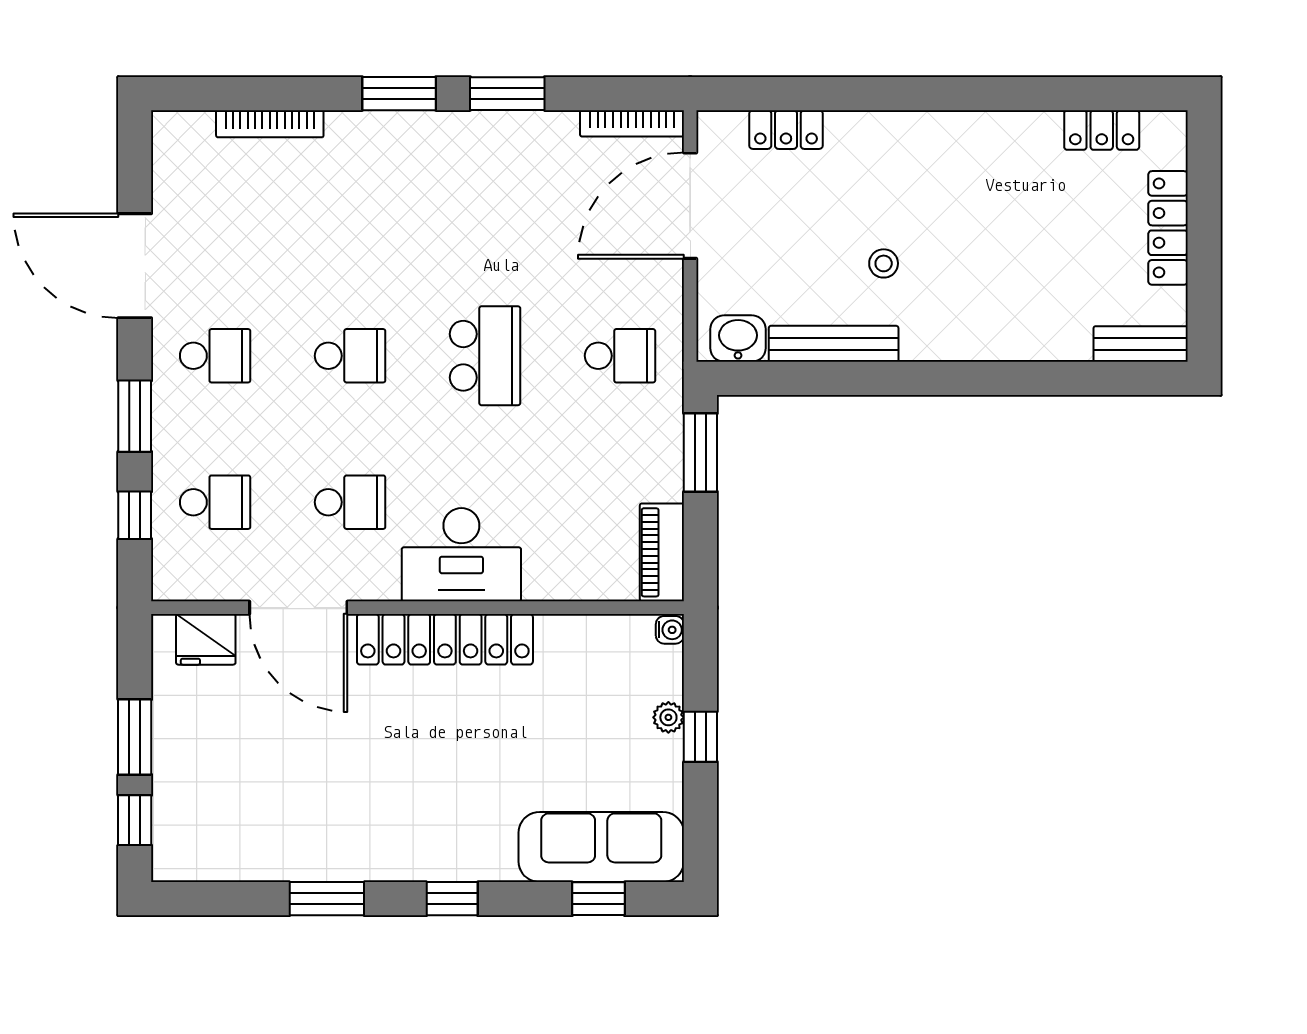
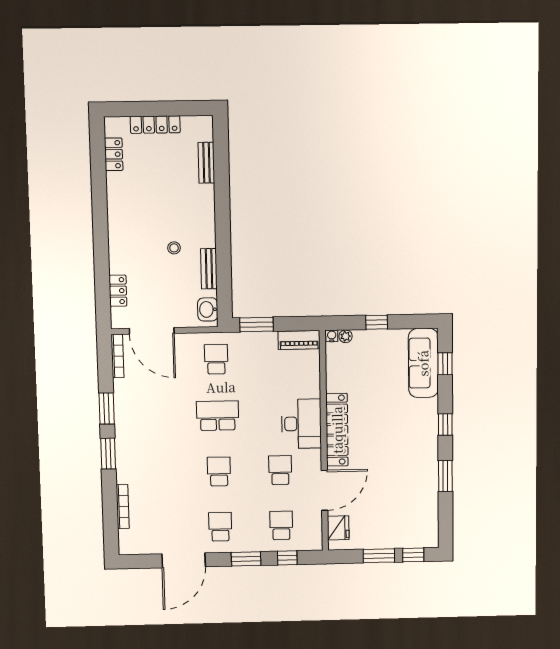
bench: (834, 344) -> (209, 269), width x0.73
bench: (1141, 344) -> (206, 163), moved
plant: (668, 717) -> (346, 336), moved

